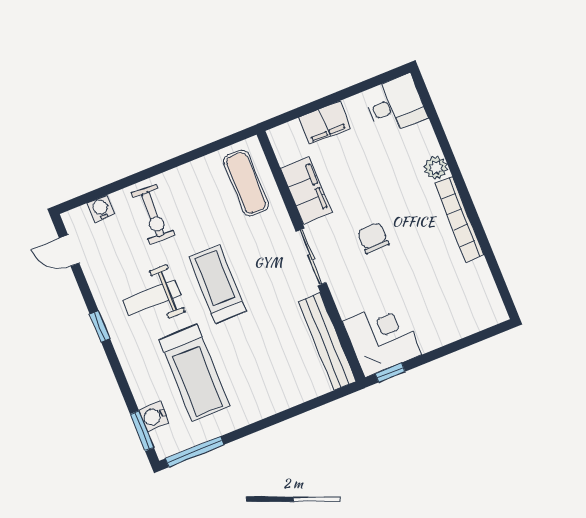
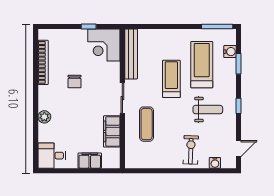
exercise mat: (246, 183) -> (147, 124), moved
bookcase: (459, 219) -> (43, 62), moved
chair: (373, 238) -> (74, 82), moved
door: (69, 250) -> (239, 149), hinge flipped
treadmill: (218, 284) -> (171, 79), moved, turned 180
window: (390, 373) -> (89, 27), moved
window: (142, 431) -> (239, 64), moved

